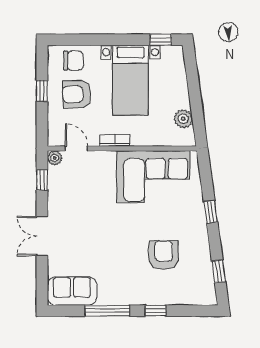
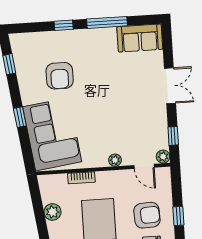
plant: (183, 119) -> (52, 212), moved
bookcase: (115, 140) -> (81, 178), moved
plant: (108, 157) -> (115, 160), added
corner sofa: (153, 177) -> (52, 134), moved, turned 82

